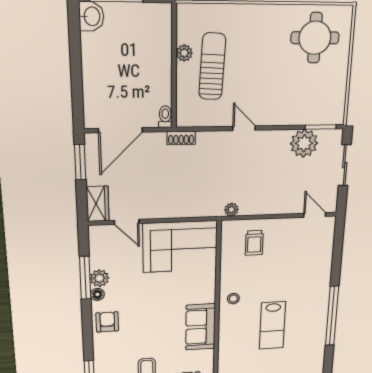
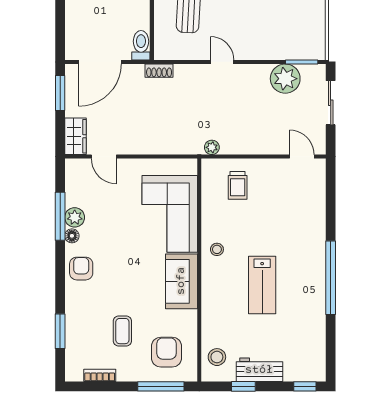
toilet: (165, 117) -> (141, 45), width x1.37, depth x1.39
corner sofa: (180, 247) -> (170, 214), moved, turned 90

